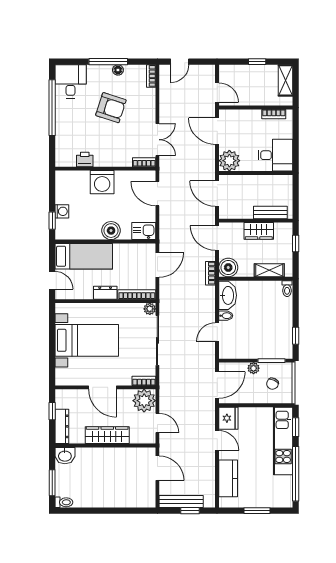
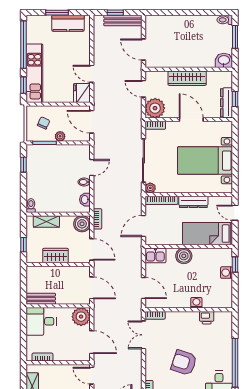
washing machine: (102, 182) -> (196, 303), width x0.53, depth x0.53
bench: (270, 212) -> (41, 299), moved
dresser: (105, 293) -> (193, 202), width x1.44
washbasin: (228, 295) -> (85, 200), width x0.52, depth x0.69
door: (217, 385) -> (92, 122), hinge flipped
dresser: (62, 426) -> (227, 103), moved
kitchen counter: (228, 478) -> (68, 23), moved, turned -90

